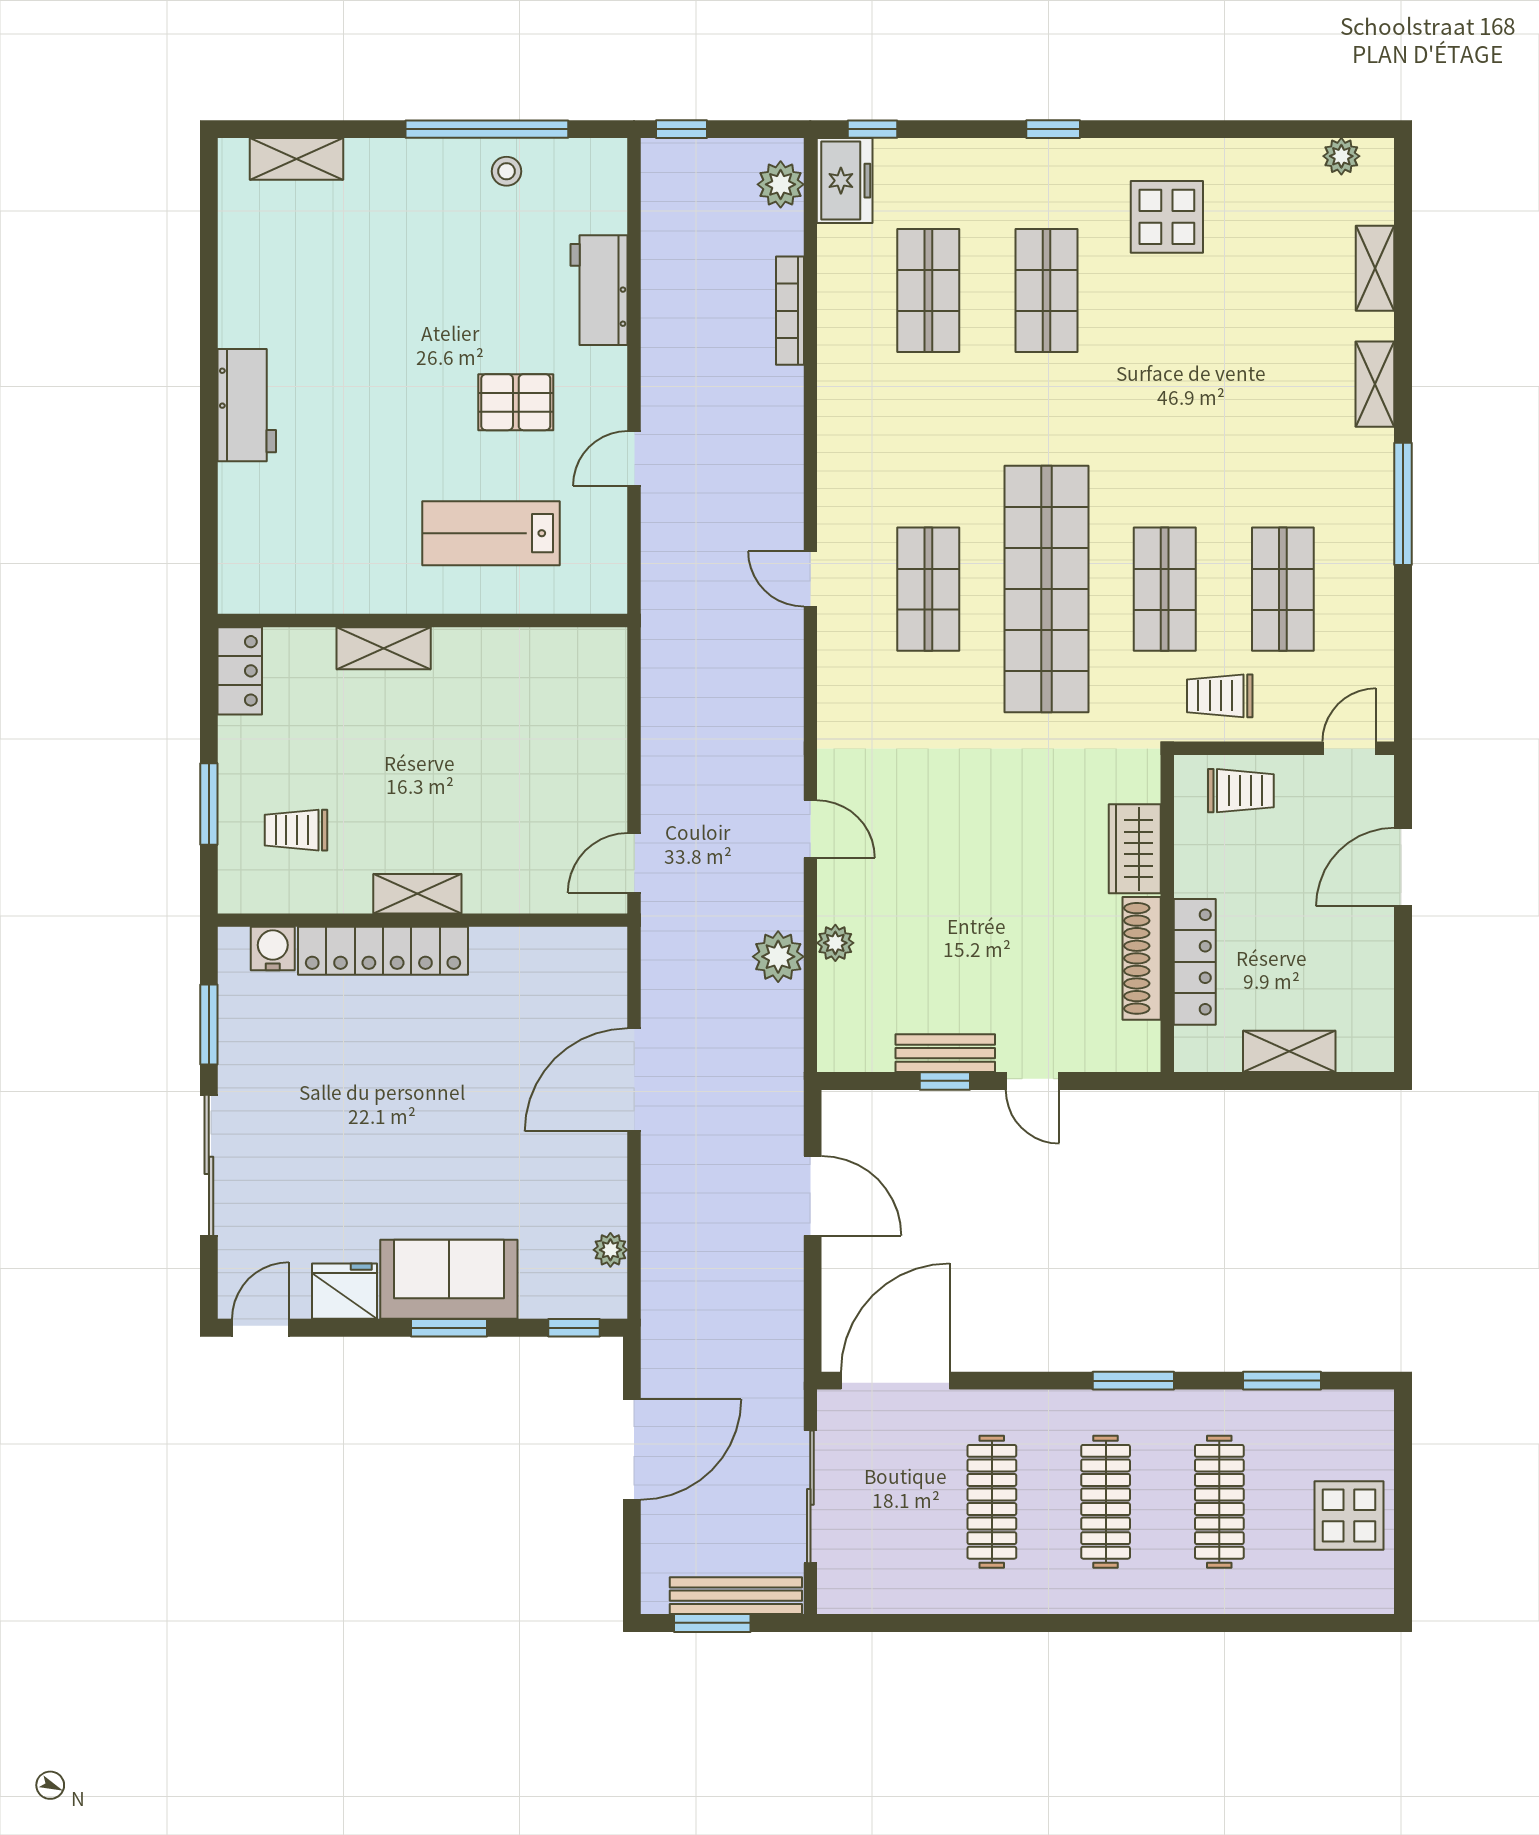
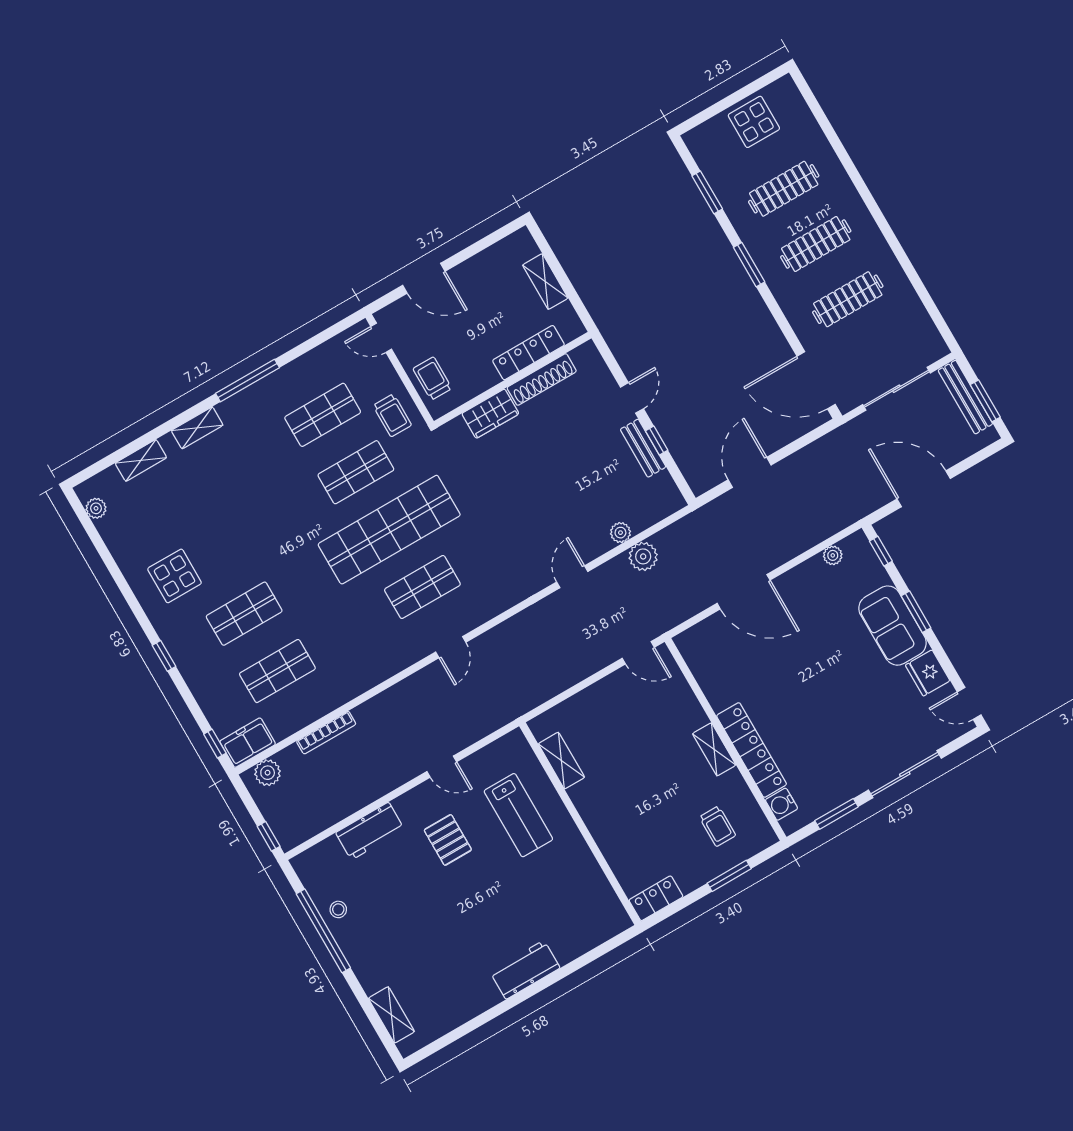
shelving: (384, 648) -> (561, 761), moved

